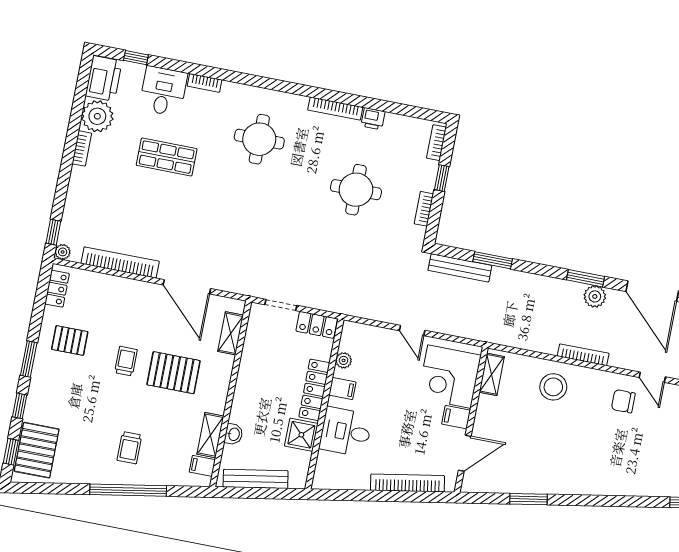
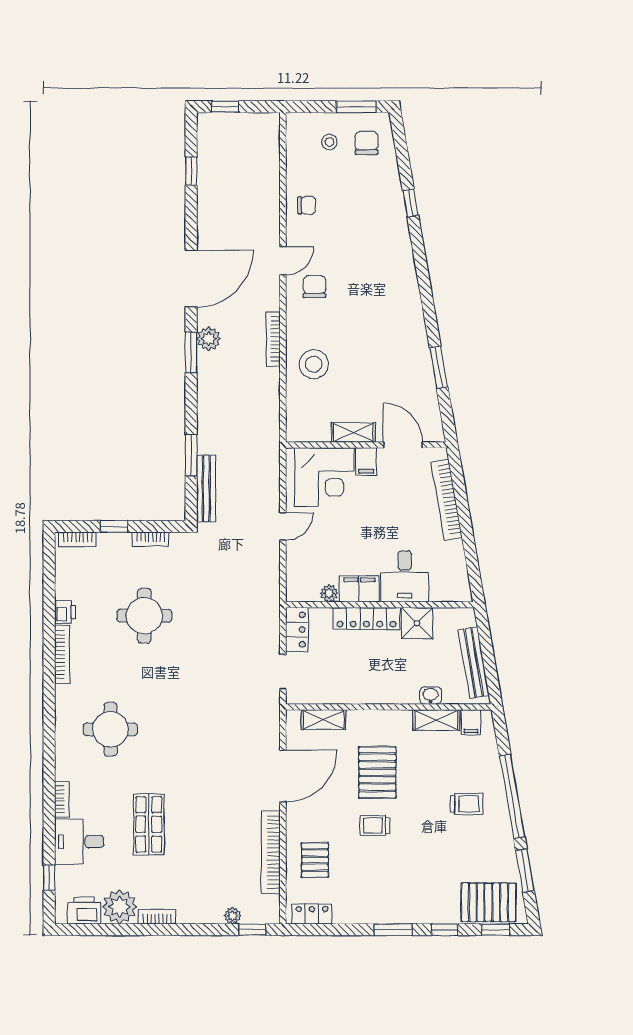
printer: (104, 78) -> (84, 911), width x0.73, depth x0.84
plant: (63, 252) -> (232, 916), moved
pallet: (70, 340) -> (315, 860), moved
shelving: (492, 374) -> (353, 432), moved
filing cabinet: (342, 389) -> (359, 589), width x2.00
chair: (623, 401) -> (315, 287), turned 180
window: (59, 489) -> (525, 871), added

